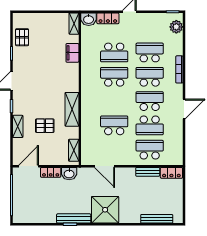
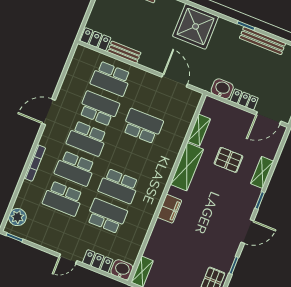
filing cabinet: (72, 53) -> (169, 209), moved
school desk: (114, 125) -> (143, 126), turned 180
shelving: (74, 150) -> (199, 130), moved
bench: (74, 218) -> (262, 41), moved

